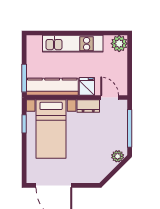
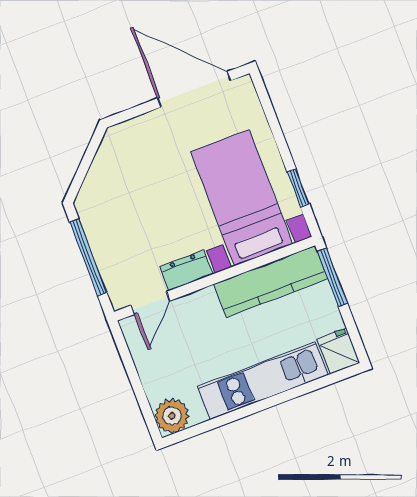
fridge: (87, 86) -> (339, 351), moved, turned 180
door: (110, 98) -> (150, 303), hinge flipped
plant: (118, 156) -> (91, 194), removed

